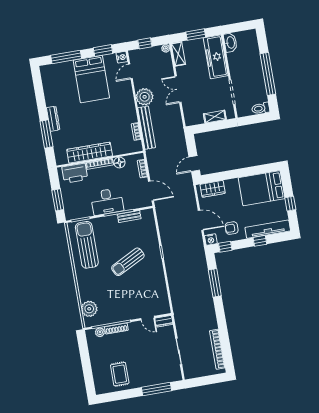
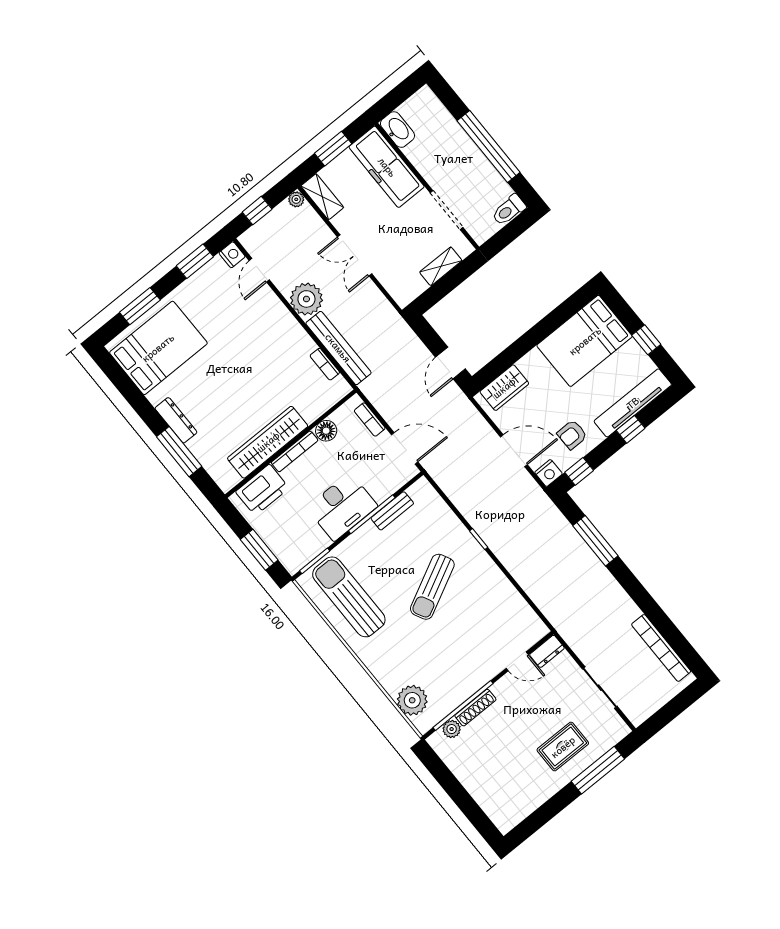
window: (66, 57) -> (140, 306), width x0.69
bed: (91, 79) -> (158, 348), moved, turned -90
rug: (120, 374) -> (563, 747), moved, turned 90

